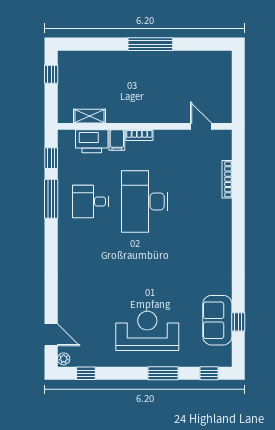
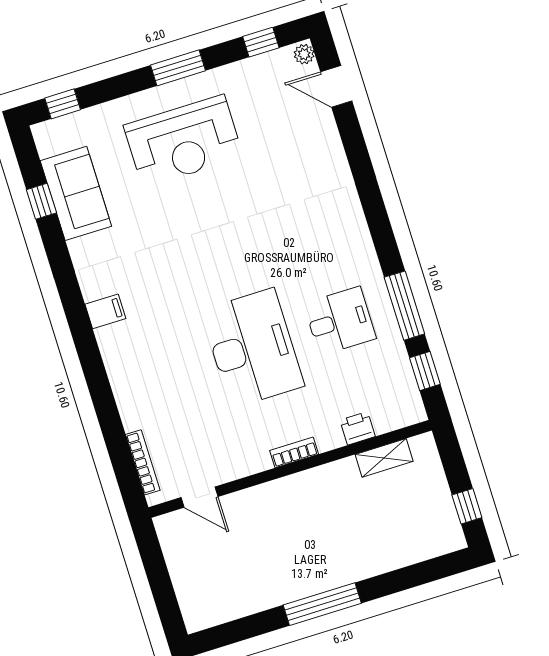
filing cabinet: (117, 140) -> (105, 311), moved, turned 90
printer: (92, 141) -> (358, 428), width x0.53, depth x0.68
bookcase: (227, 179) -> (143, 462), moved
window: (163, 373) -> (178, 68), moved

